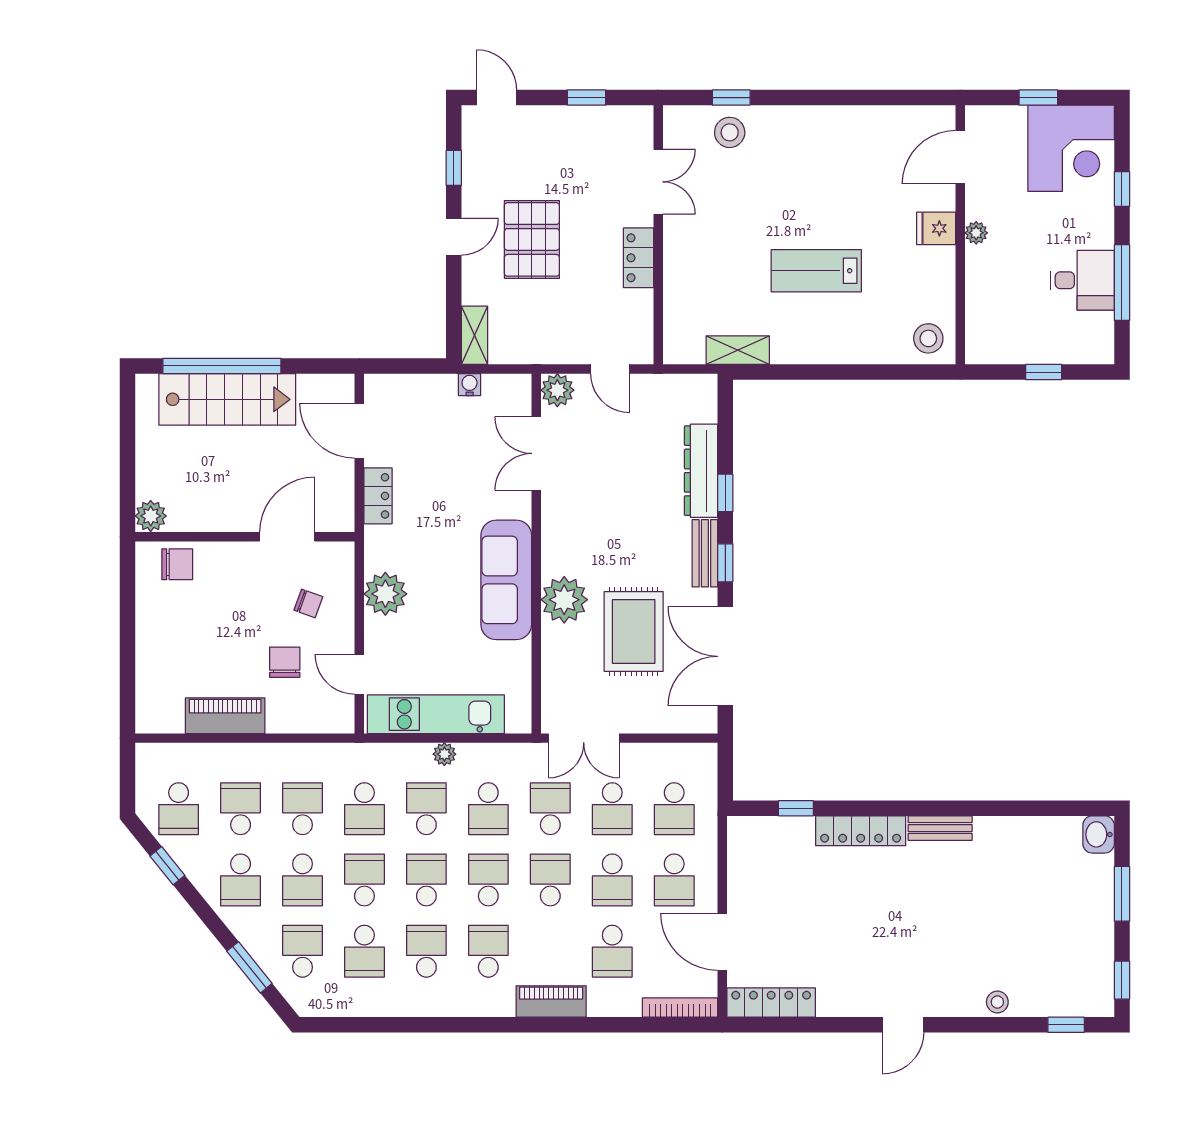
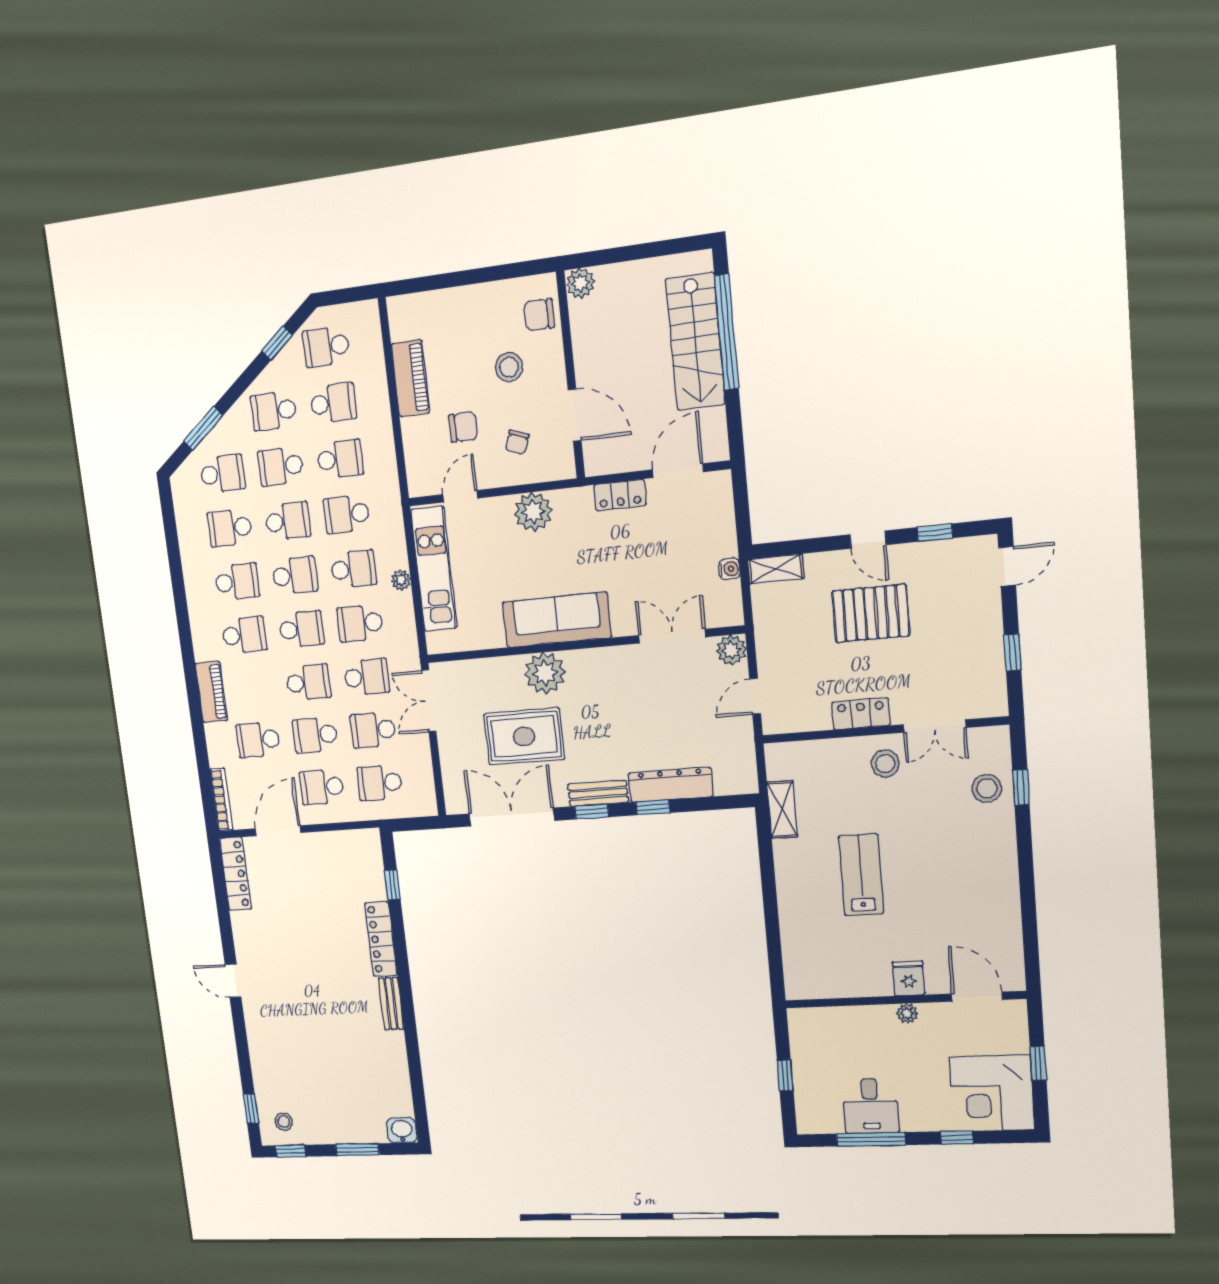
stool: (928, 338) -> (885, 764), moved
chair: (177, 564) -> (539, 315), turned 90
stool: (228, 604) -> (509, 367), added
stool: (997, 1002) -> (284, 1122), moved

